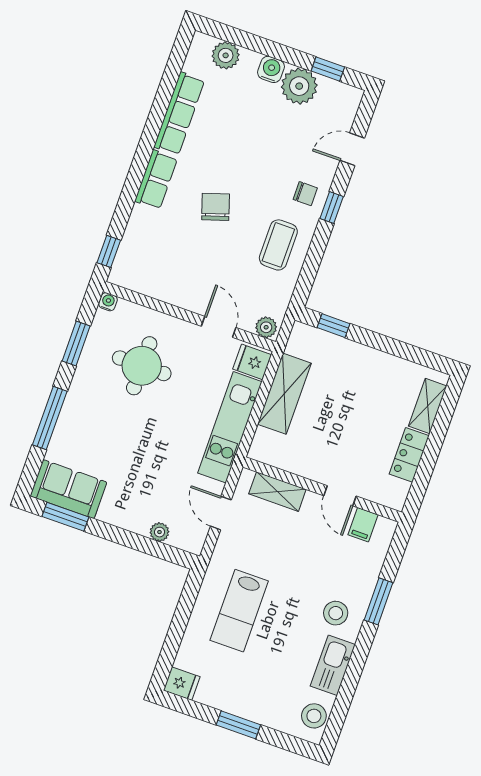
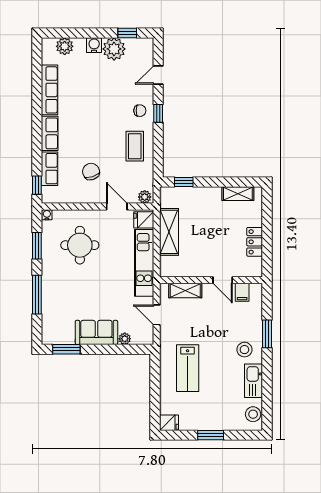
chair: (216, 207) -> (91, 172), moved
row of seats: (137, 233) -> (50, 169), added
shelving: (428, 406) -> (238, 194), moved, turned 90
sofa: (68, 489) -> (96, 332), moved

